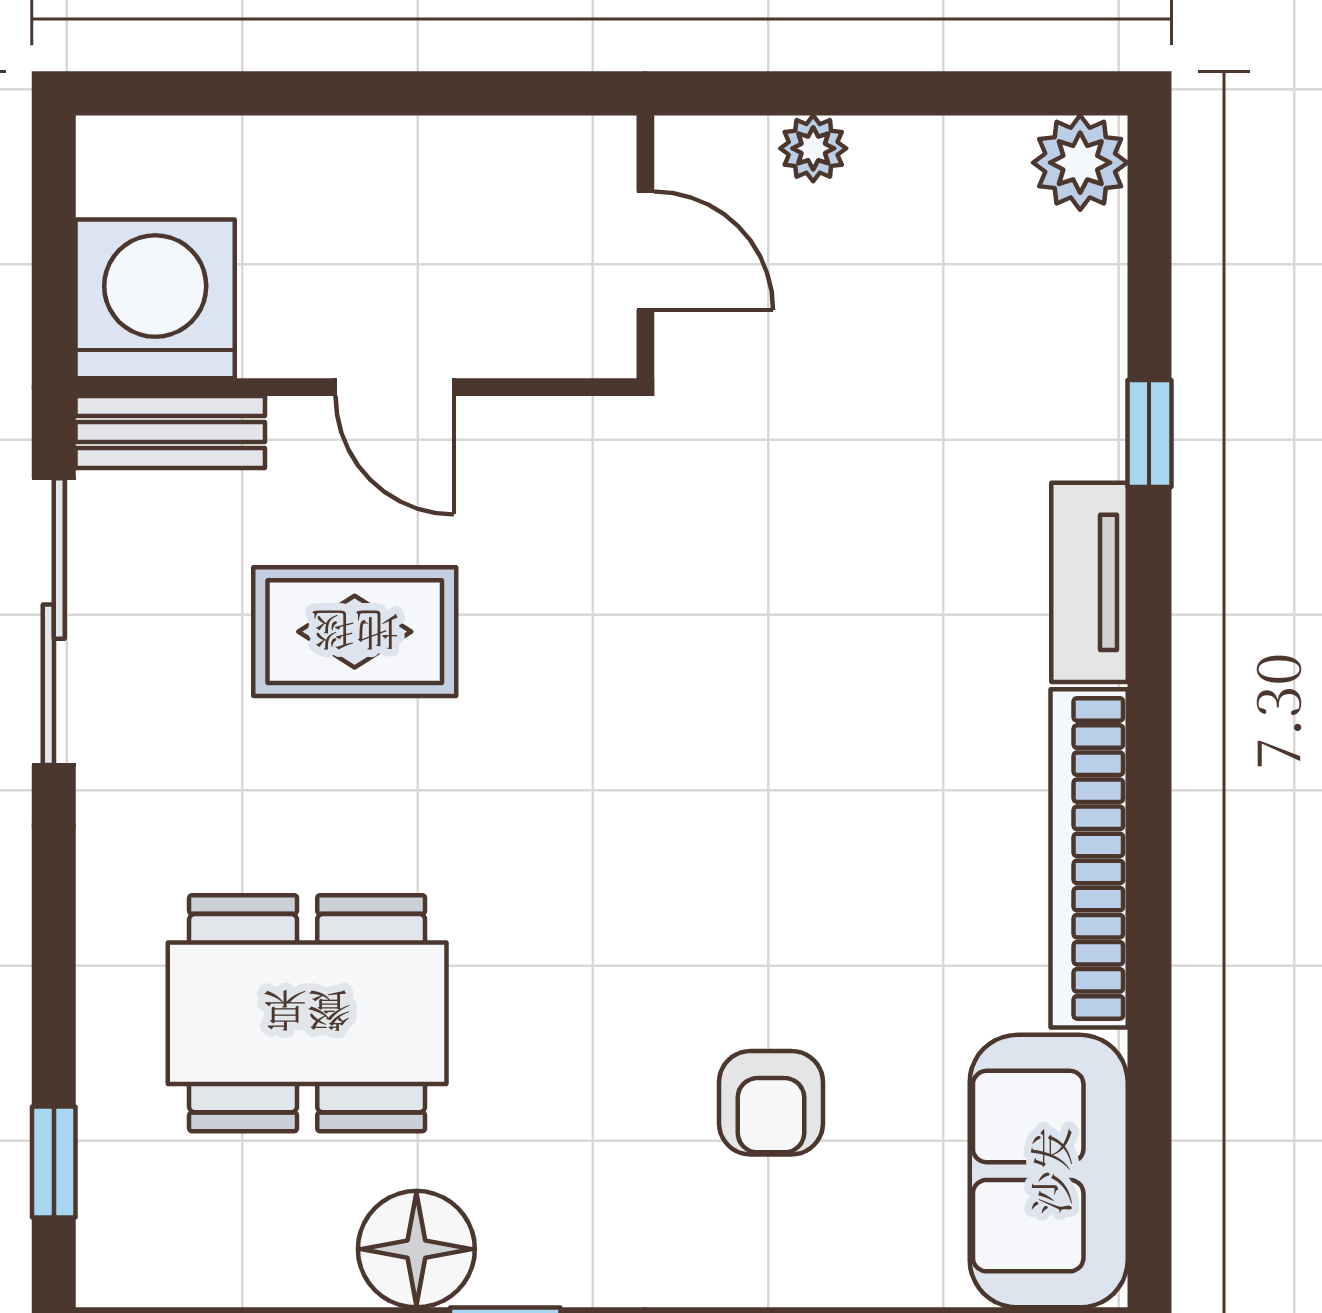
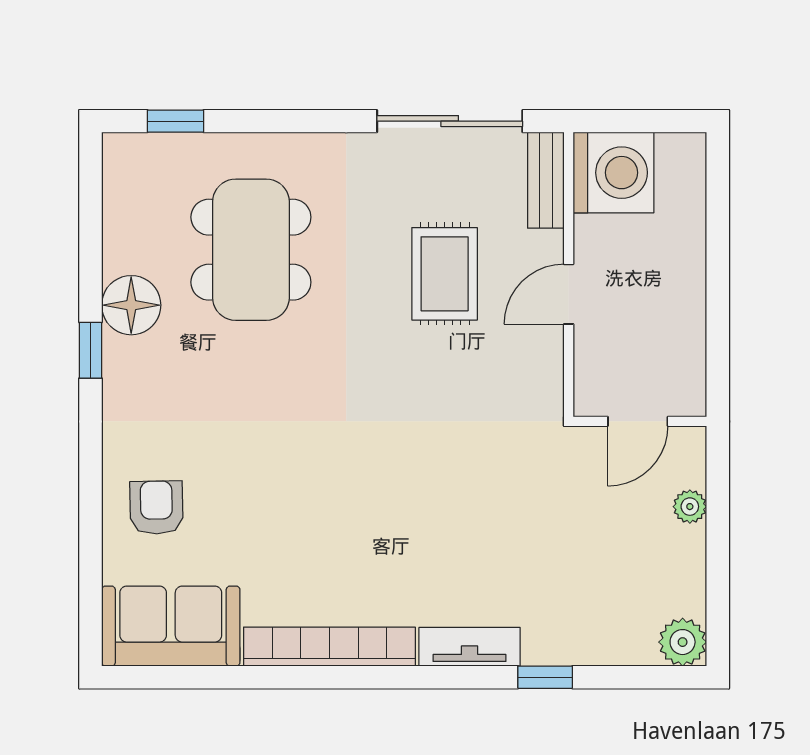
armchair: (771, 1103) -> (156, 507), moved, turned 89

